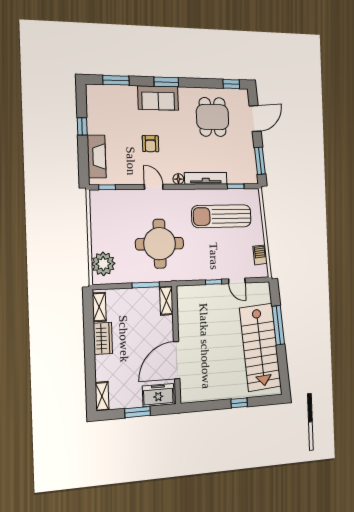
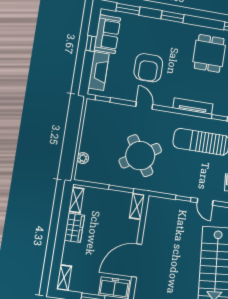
sofa: (158, 98) -> (107, 34), moved, turned -90
armchair: (150, 144) -> (148, 68), width x1.88, depth x1.88
floor lamp: (178, 179) -> (168, 102), removed
round table: (160, 244) -> (140, 156), turned -32
plant: (103, 264) -> (83, 158), width x0.53, depth x0.53

